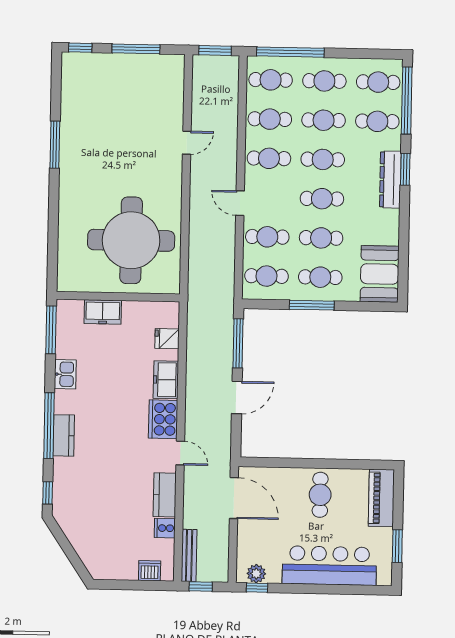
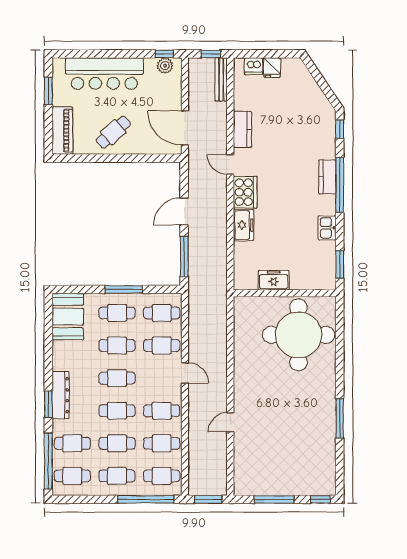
round table: (131, 240) -> (299, 335), moved
freezer: (103, 312) -> (274, 280), moved
window: (51, 330) -> (340, 264), width x0.69
fridge: (167, 339) -> (272, 68), moved, turned 90
cafe table: (320, 495) -> (113, 132), turned 48
cooker: (165, 528) -> (242, 102), removed

